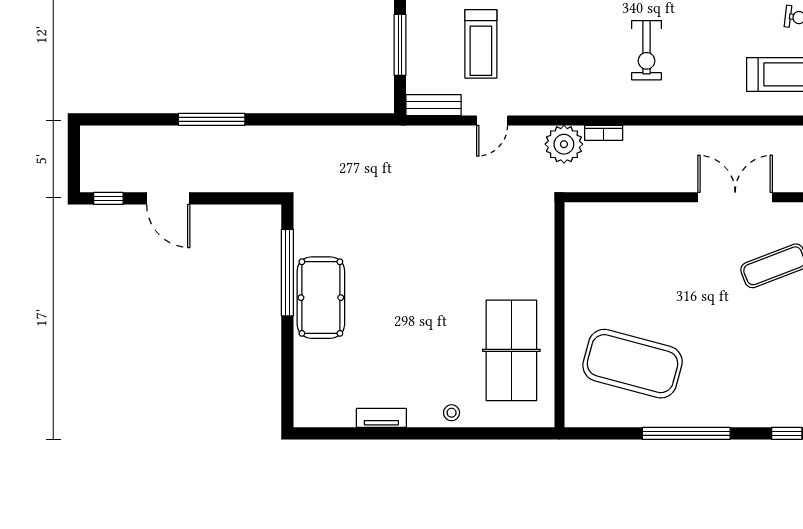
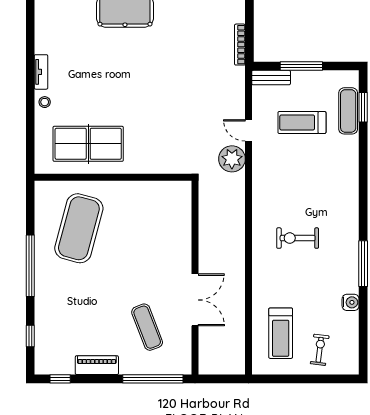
bench: (434, 105) -> (271, 78), moved, turned 90
bookcase: (604, 133) -> (240, 45), moved, width x1.56
plant: (564, 144) -> (232, 159), moved
tv unit: (381, 418) -> (41, 72), moved

